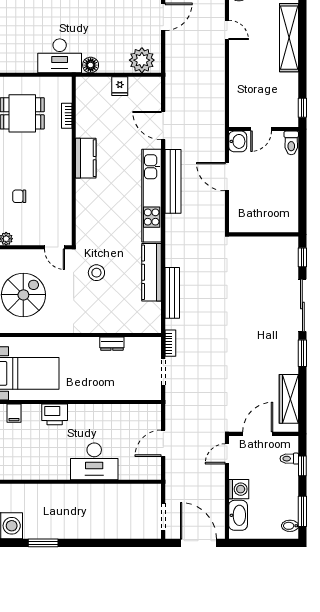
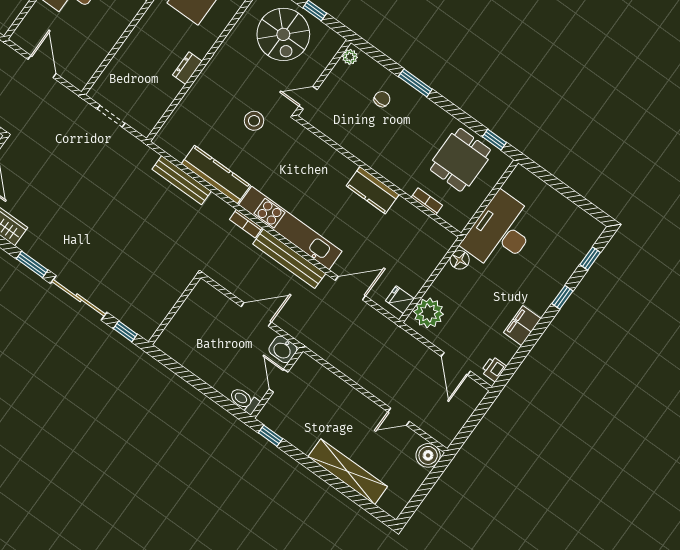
desk: (60, 56) -> (501, 232), width x1.36, depth x1.30
fridge: (120, 86) -> (400, 300), moved
bookcase: (170, 343) -> (246, 224), moved
dresser: (112, 344) -> (187, 68), moved

